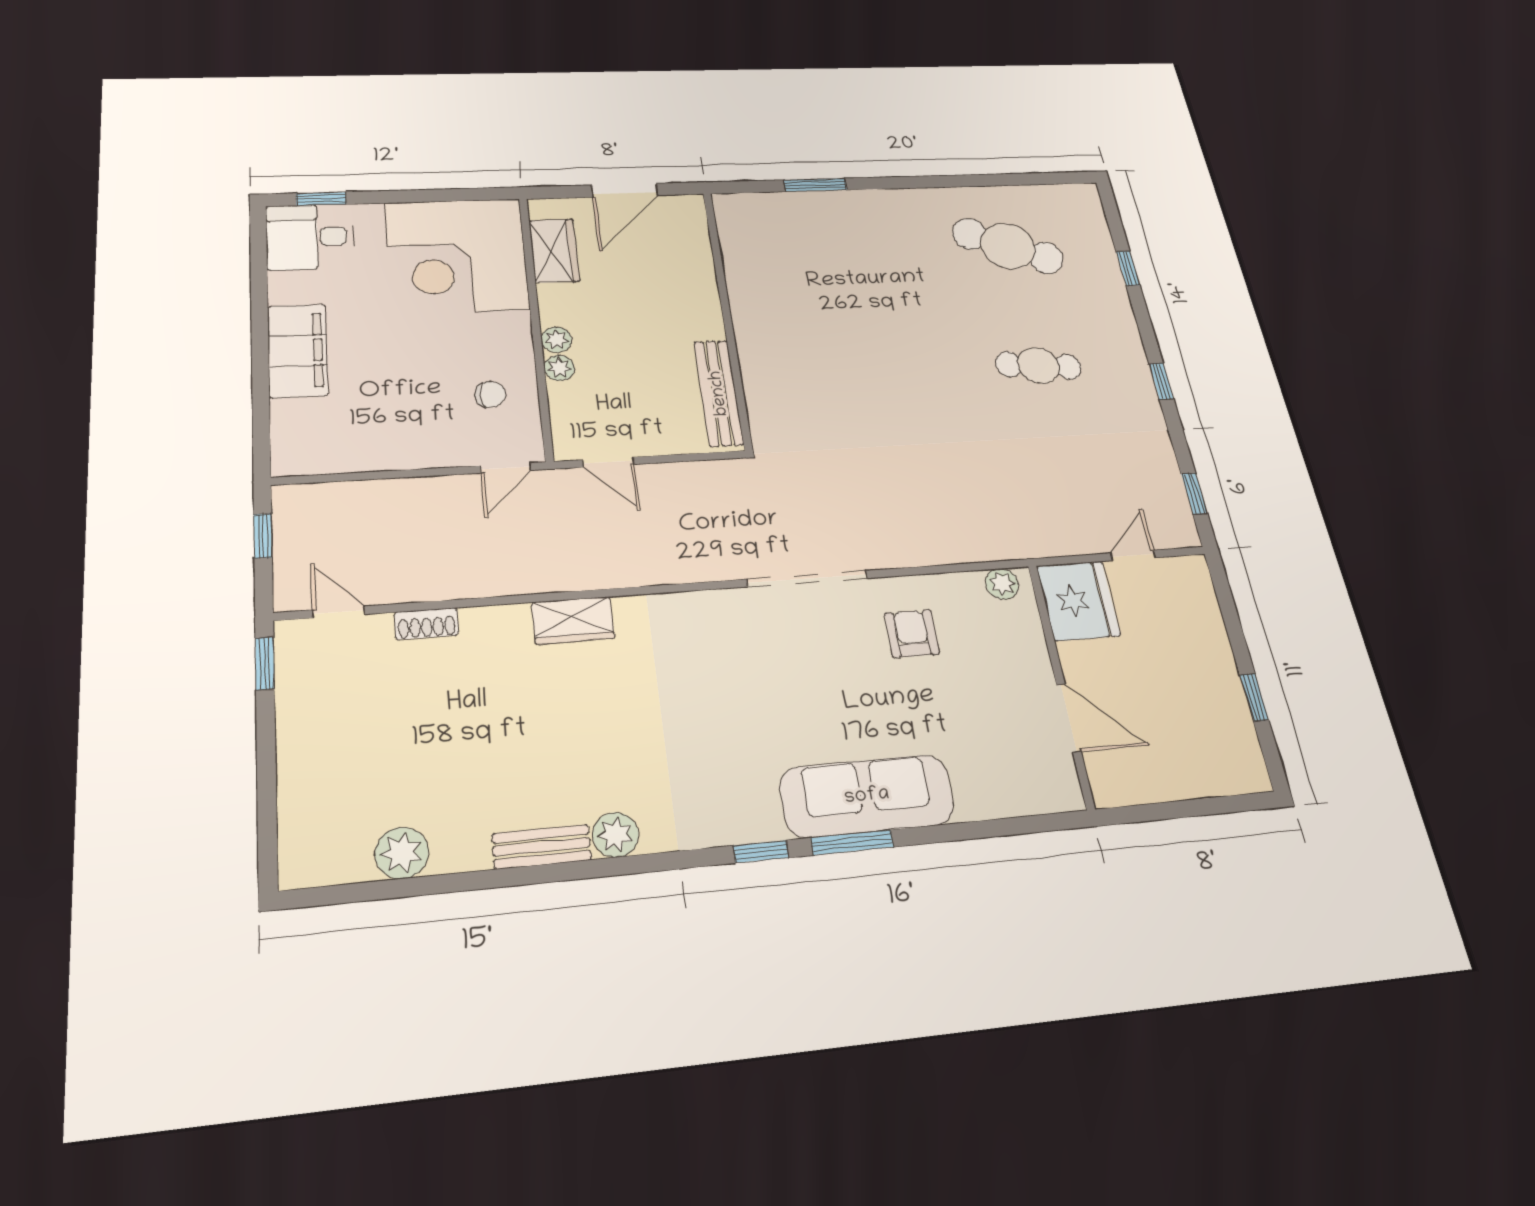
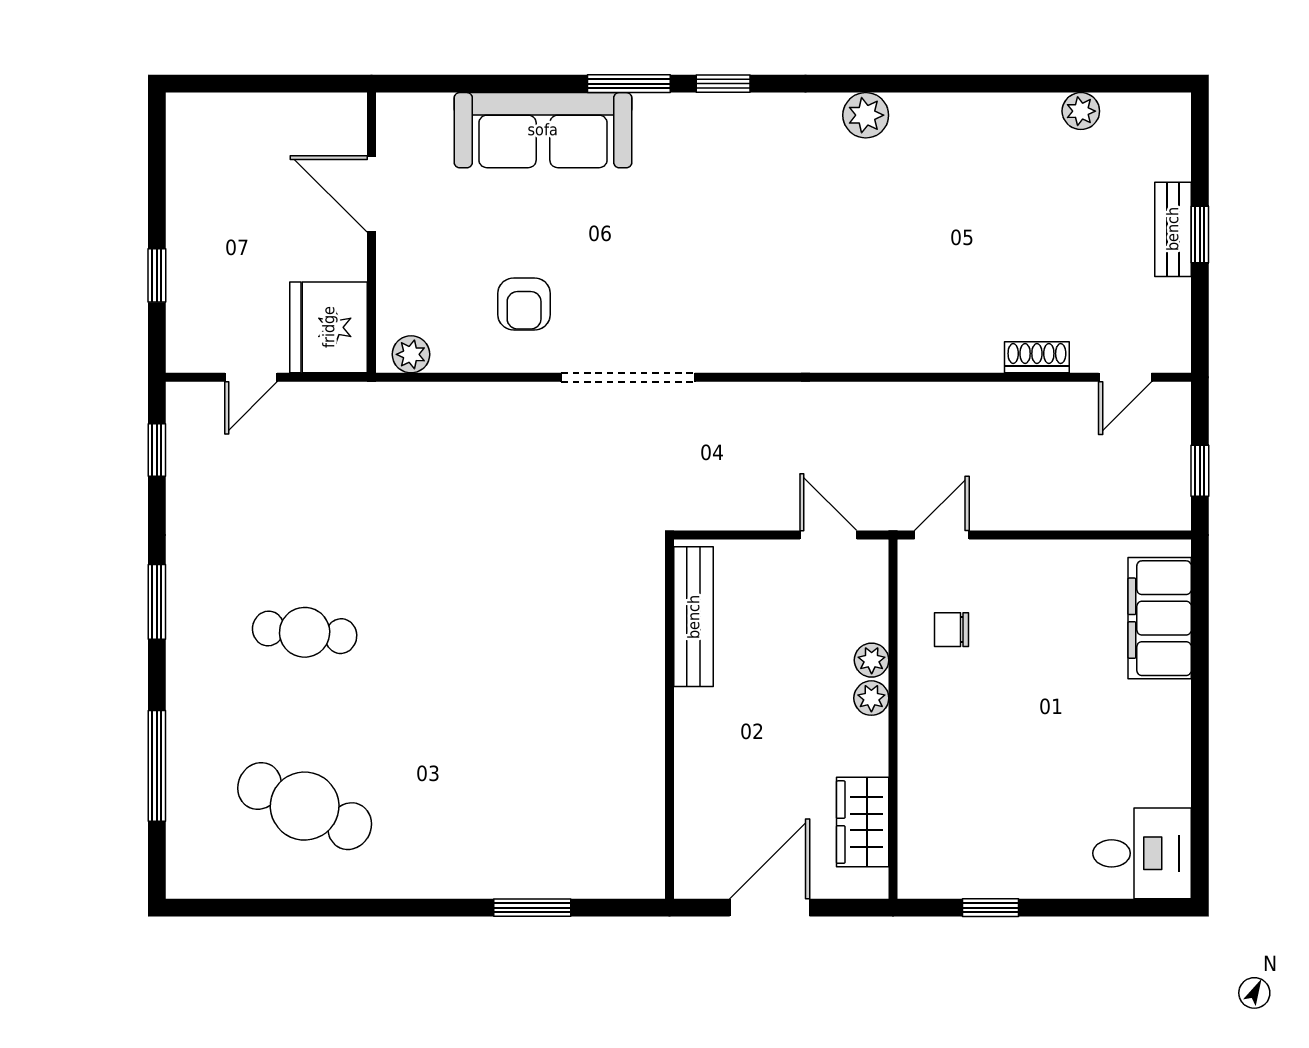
window: (321, 199) -> (990, 908), moved
corner desk: (457, 256) -> (976, 820), removed
window: (1128, 268) -> (157, 766), width x2.17
filing cabinet: (297, 351) -> (1160, 618), moved
window: (1161, 381) -> (157, 602), width x1.50
door: (339, 612) -> (1125, 377), hinge flipped
wardrobe: (573, 620) -> (886, 349), removed
window: (265, 663) -> (1200, 234), moved
window: (1254, 697) -> (157, 275), moved
sofa: (867, 796) -> (543, 130), moved
bench: (542, 847) -> (1173, 229), moved, turned 90
plant: (402, 853) -> (1081, 111), width x0.73, depth x0.73

